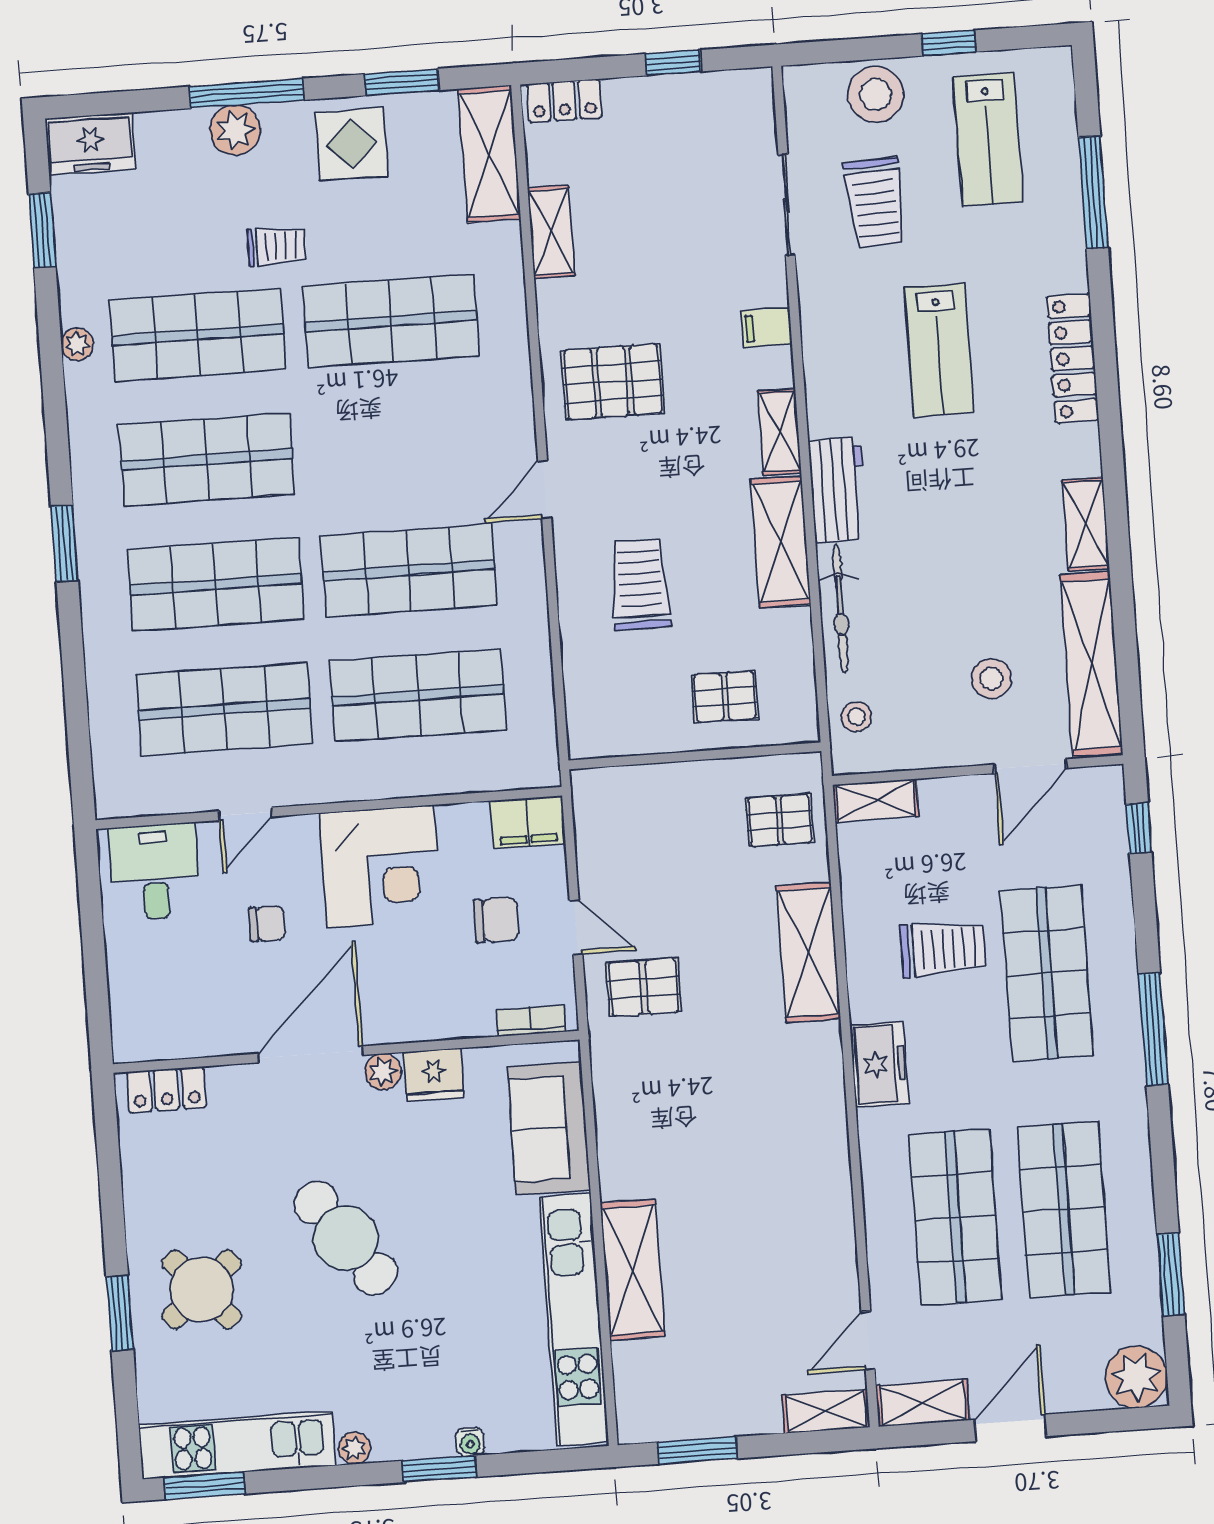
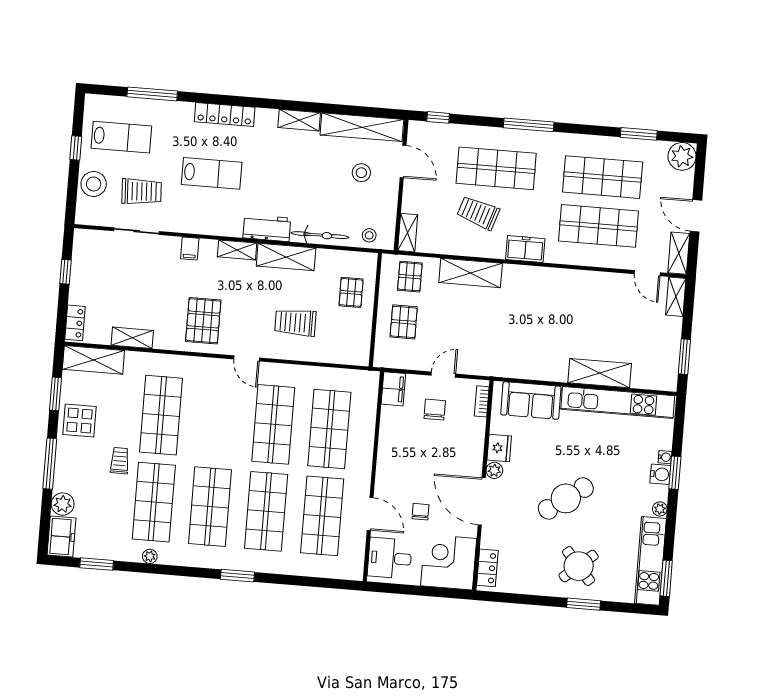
plant: (235, 130) -> (63, 504), moved
door: (245, 814) -> (370, 514), width x1.38
corner desk: (380, 866) -> (449, 562), moved, turned -90
trolley: (943, 949) -> (478, 213), turned -72
pallet: (644, 987) -> (404, 322), moved
water cooler: (431, 1437) -> (660, 474), added

